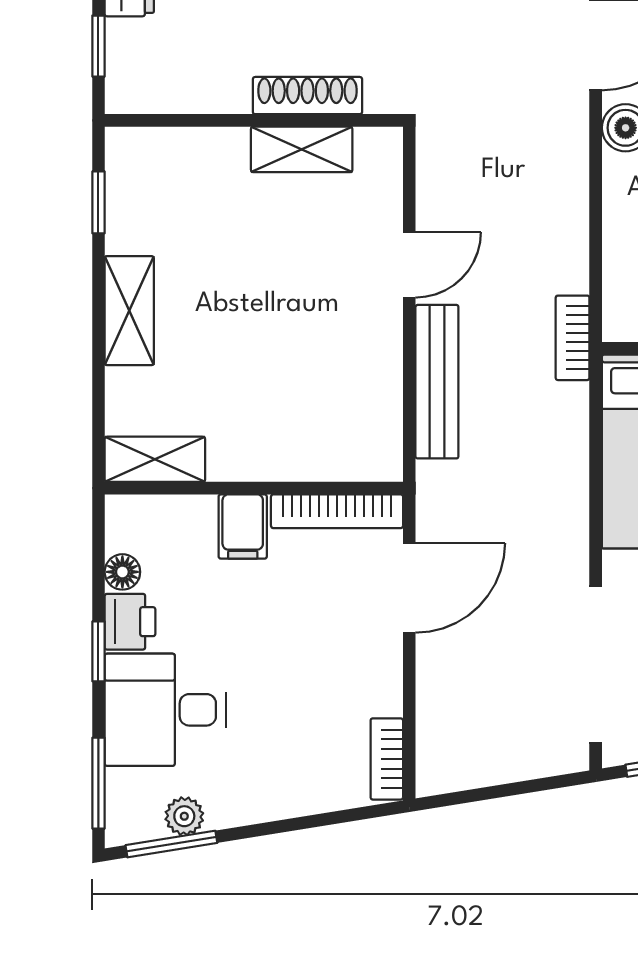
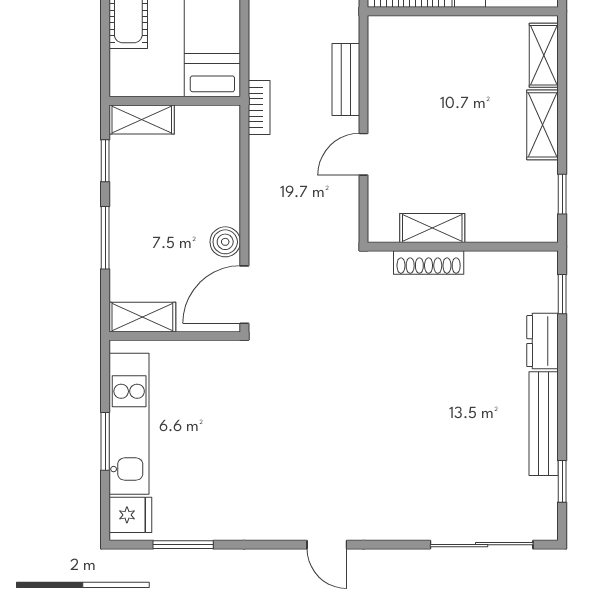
bench: (437, 382) -> (346, 79), width x0.73
shelving: (155, 459) -> (544, 55), moved, turned 90

